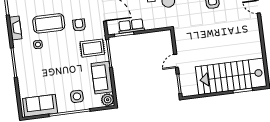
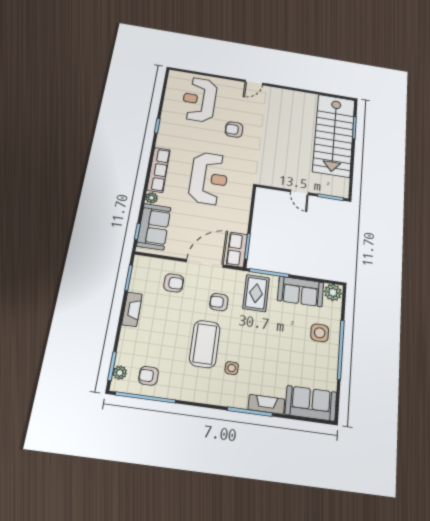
row of seats: (131, 26) -> (237, 250), moved
fireplace: (15, 28) -> (266, 404), moved
sofa: (40, 106) -> (311, 403), moved, turned 90

